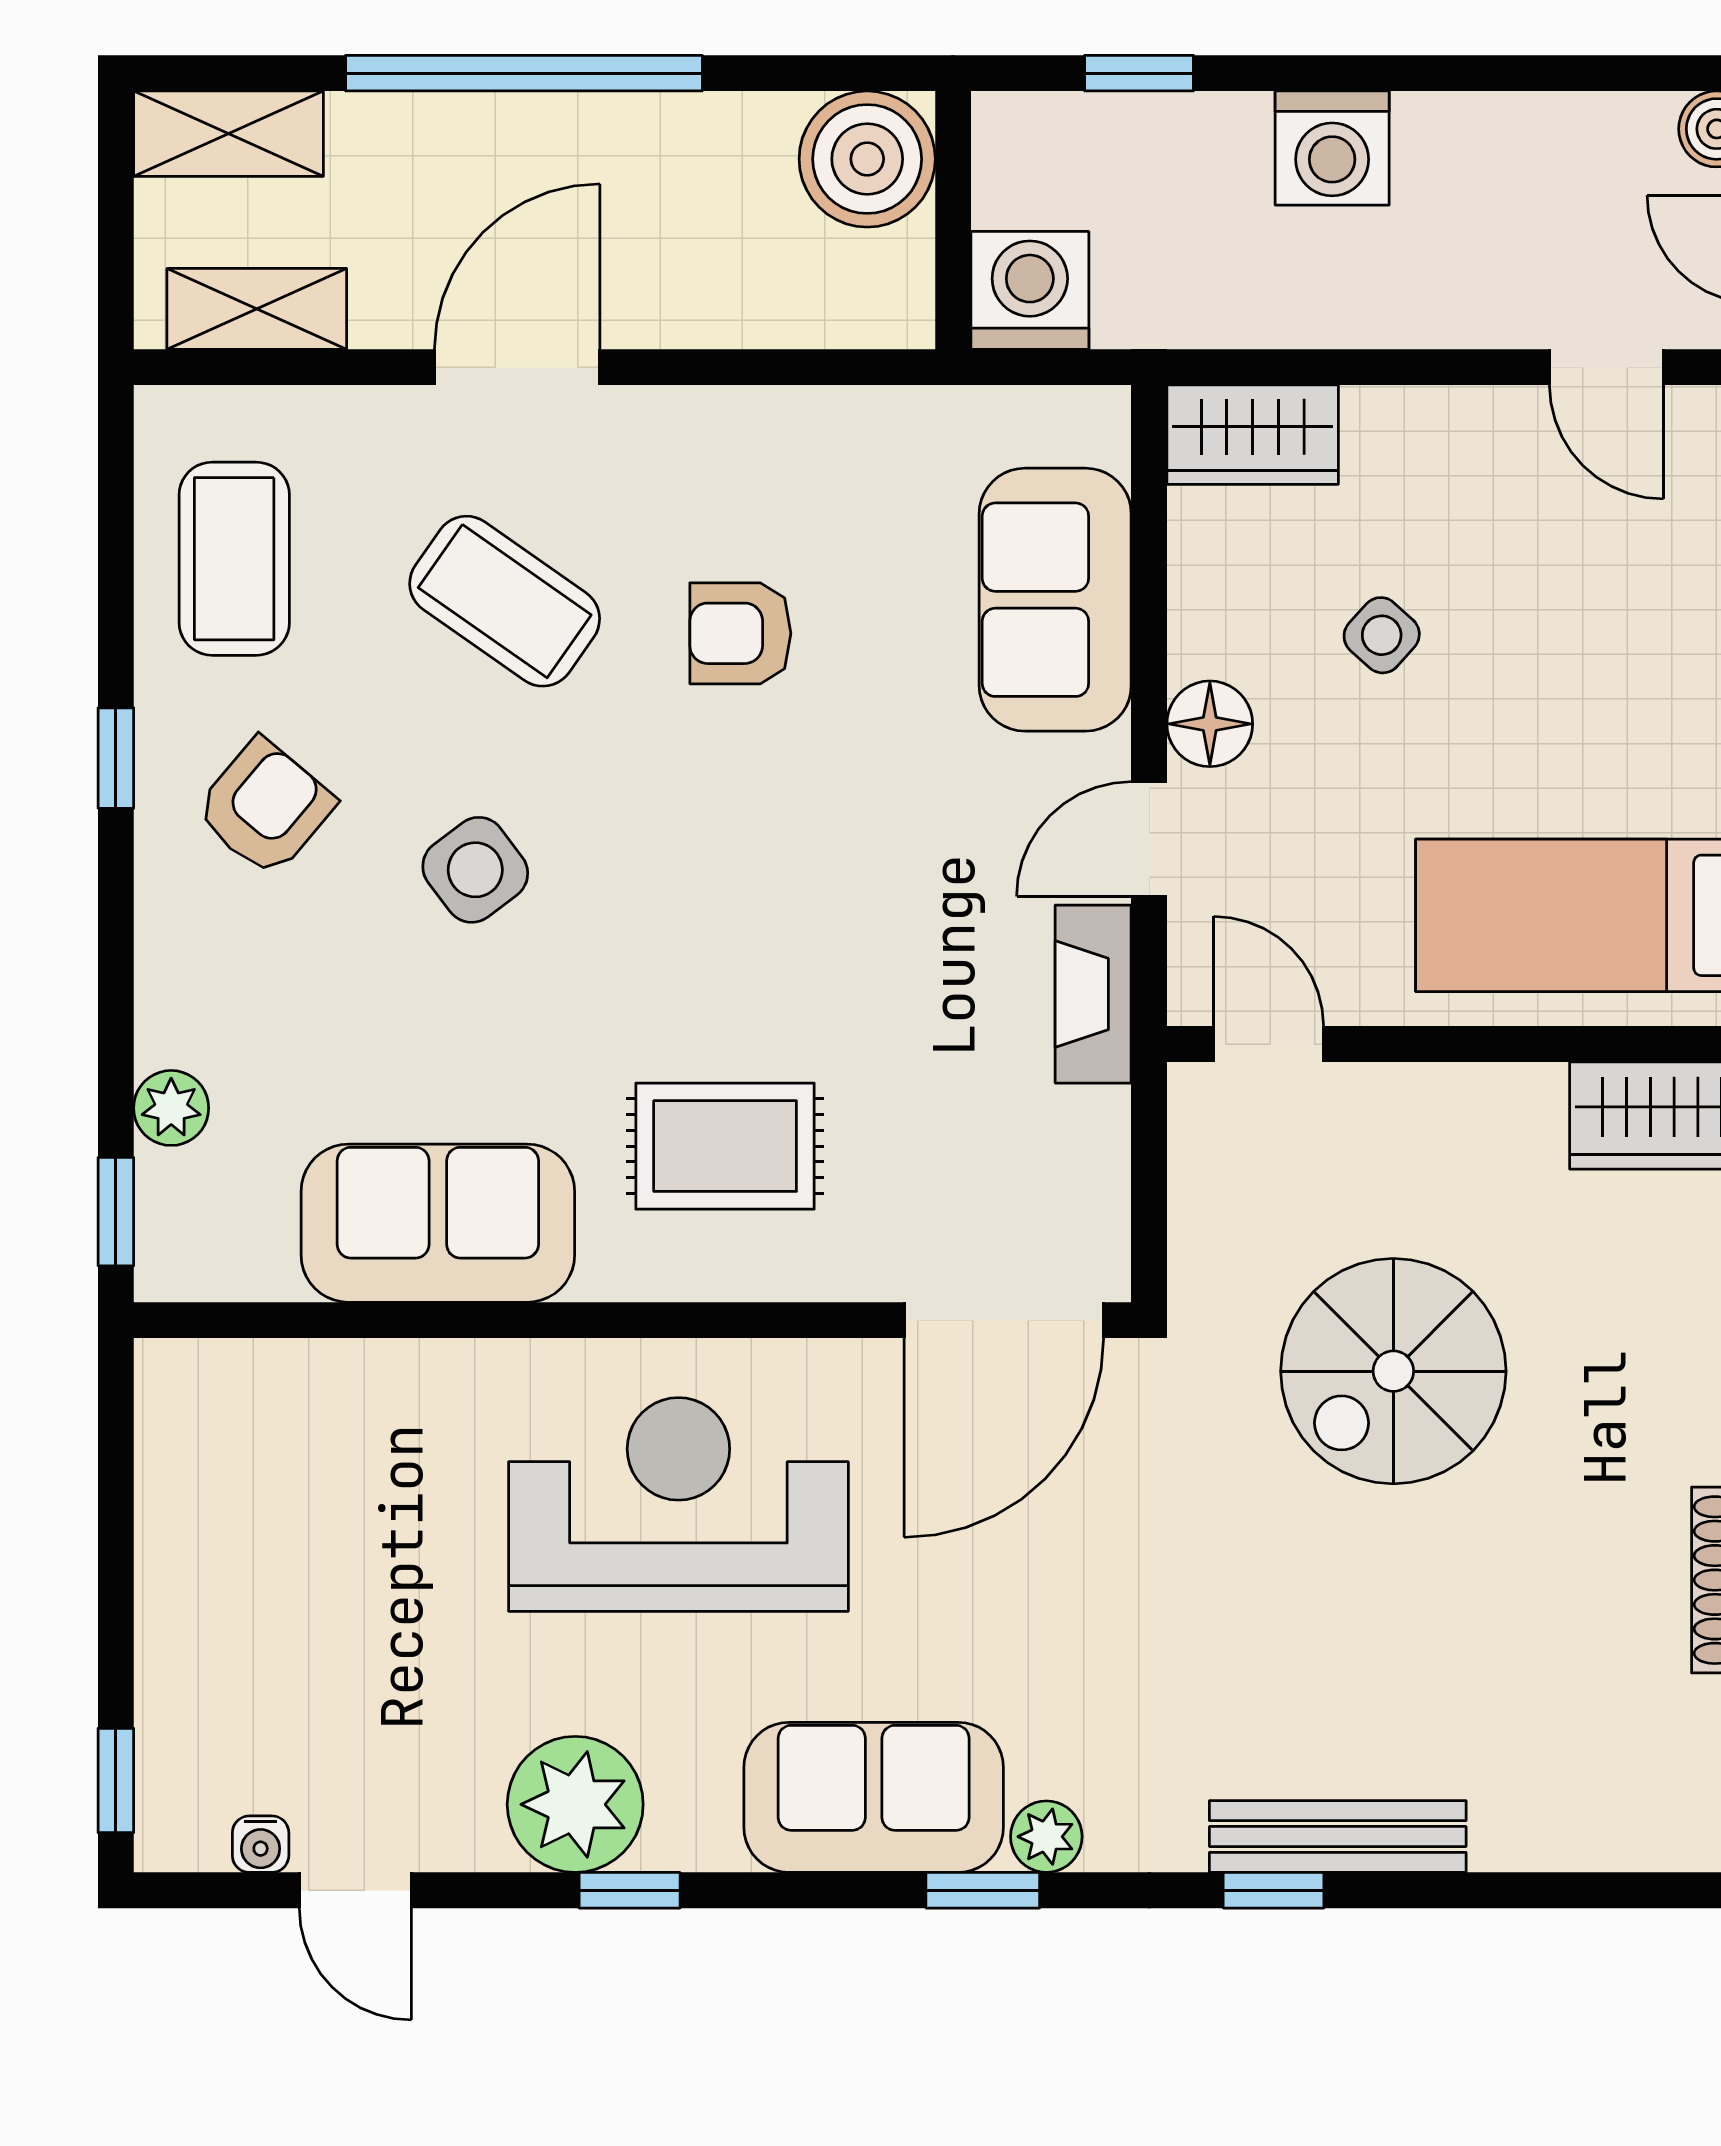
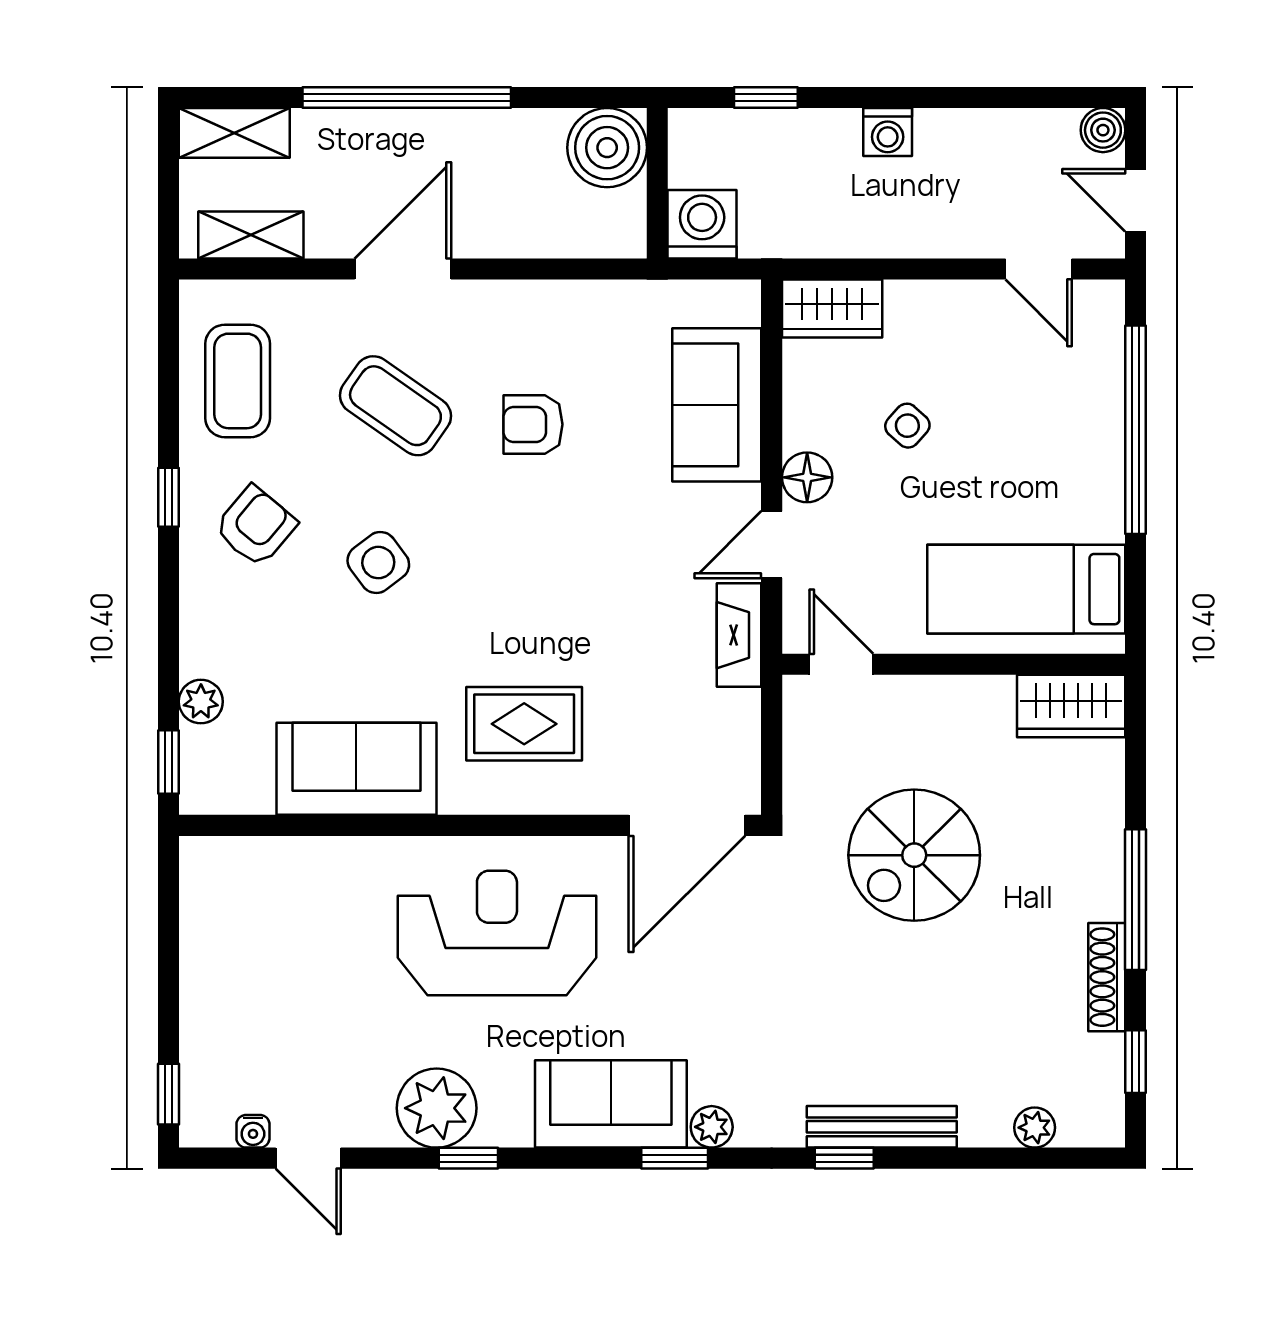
washing machine: (1332, 148) -> (888, 132), width x0.73, depth x0.73
plant: (1600, 1838) -> (1035, 1128), added

